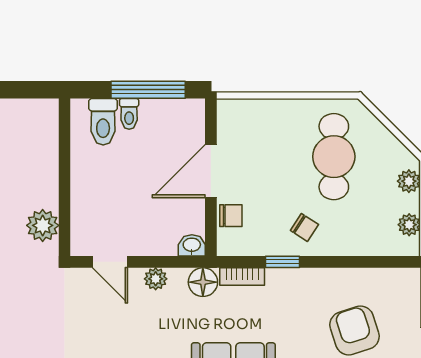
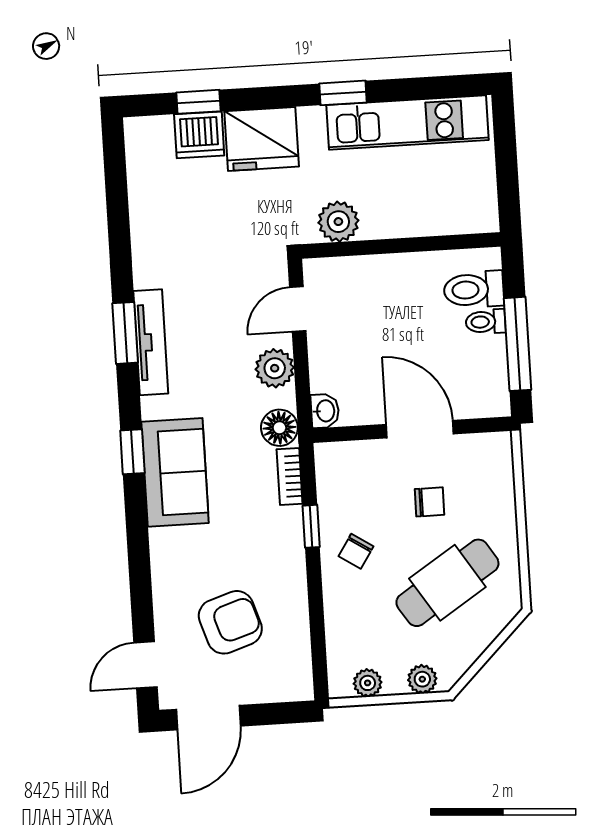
cafe table: (334, 157) -> (447, 583), turned -33
chair: (231, 216) -> (429, 502), moved, turned -90
plant: (156, 279) -> (275, 368), width x1.38, depth x1.38

